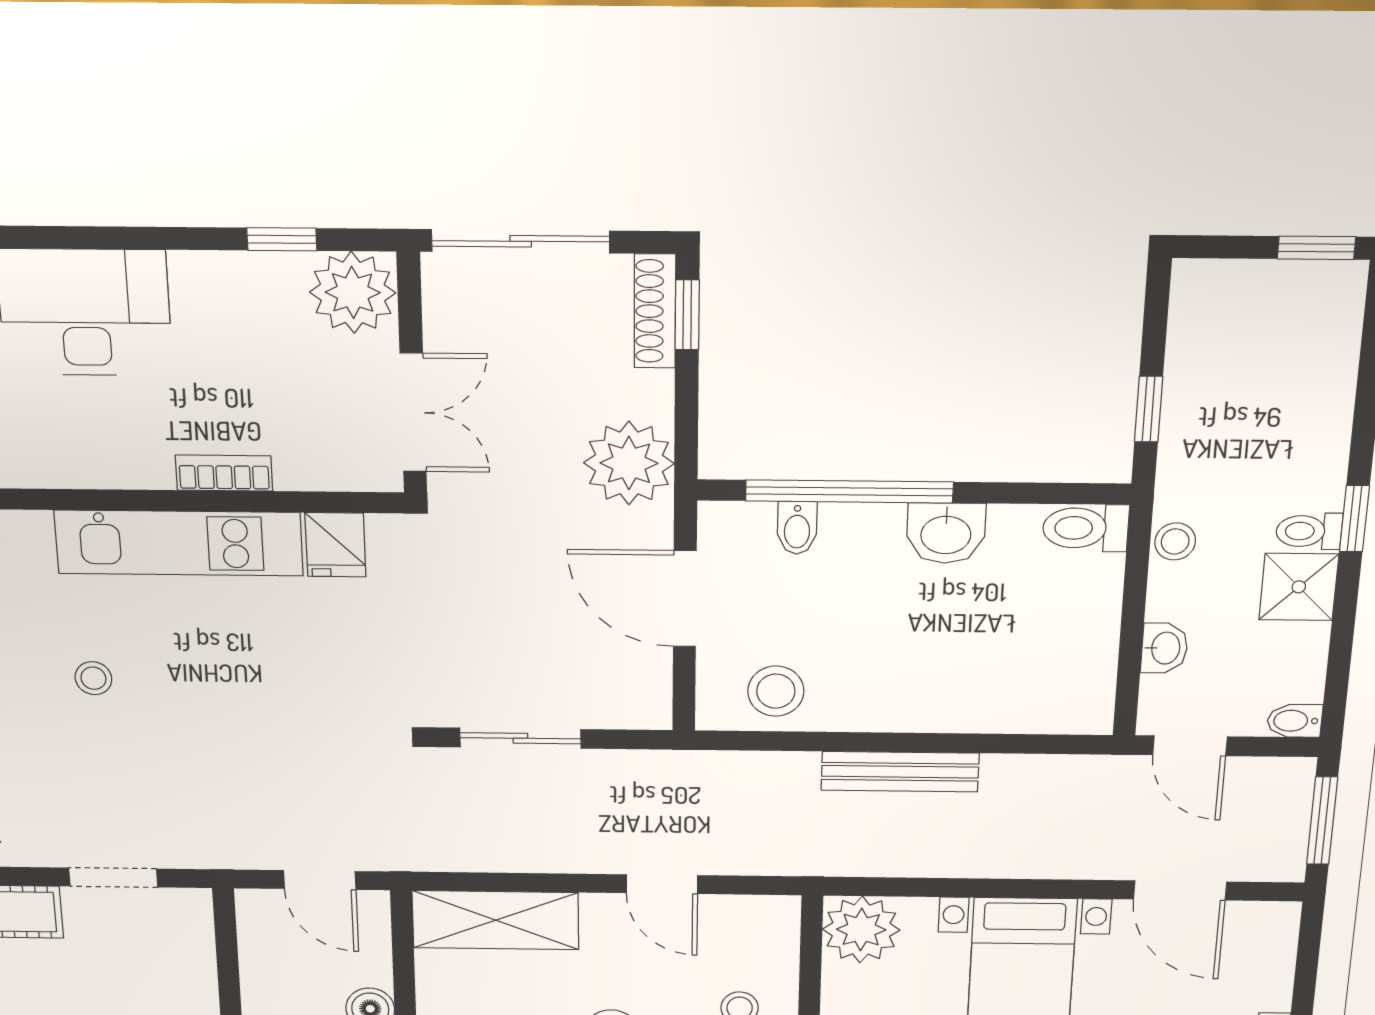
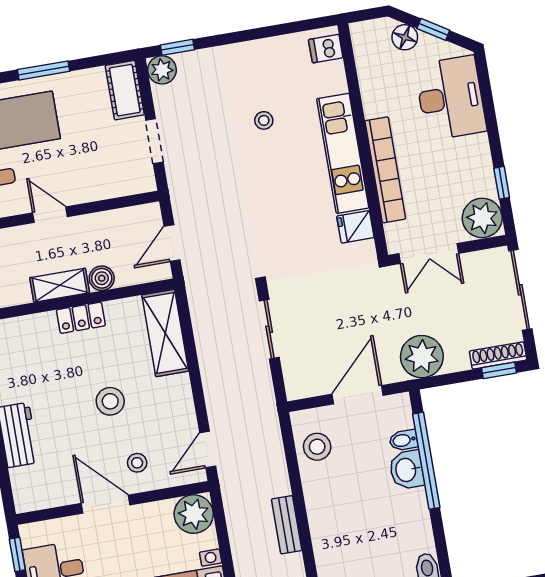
bookcase: (224, 473) -> (385, 170), width x2.31, depth x1.31
washbasin: (946, 533) -> (407, 470), moved
bench: (900, 772) -> (287, 525), width x0.73
door: (662, 884) -> (208, 450), moved

